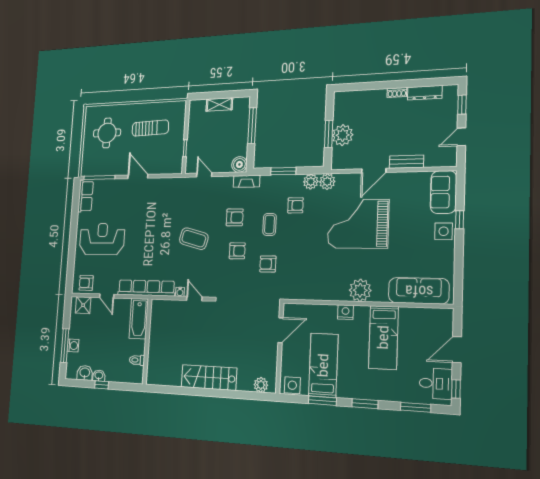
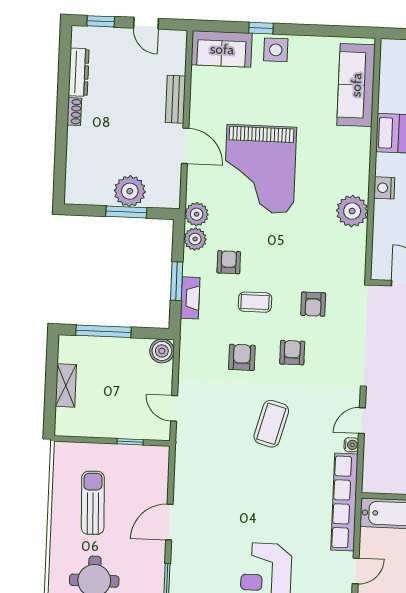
door: (204, 175) -> (174, 408), hinge flipped
fireplace: (247, 181) -> (190, 298), moved
plant: (360, 290) -> (352, 211), moved

